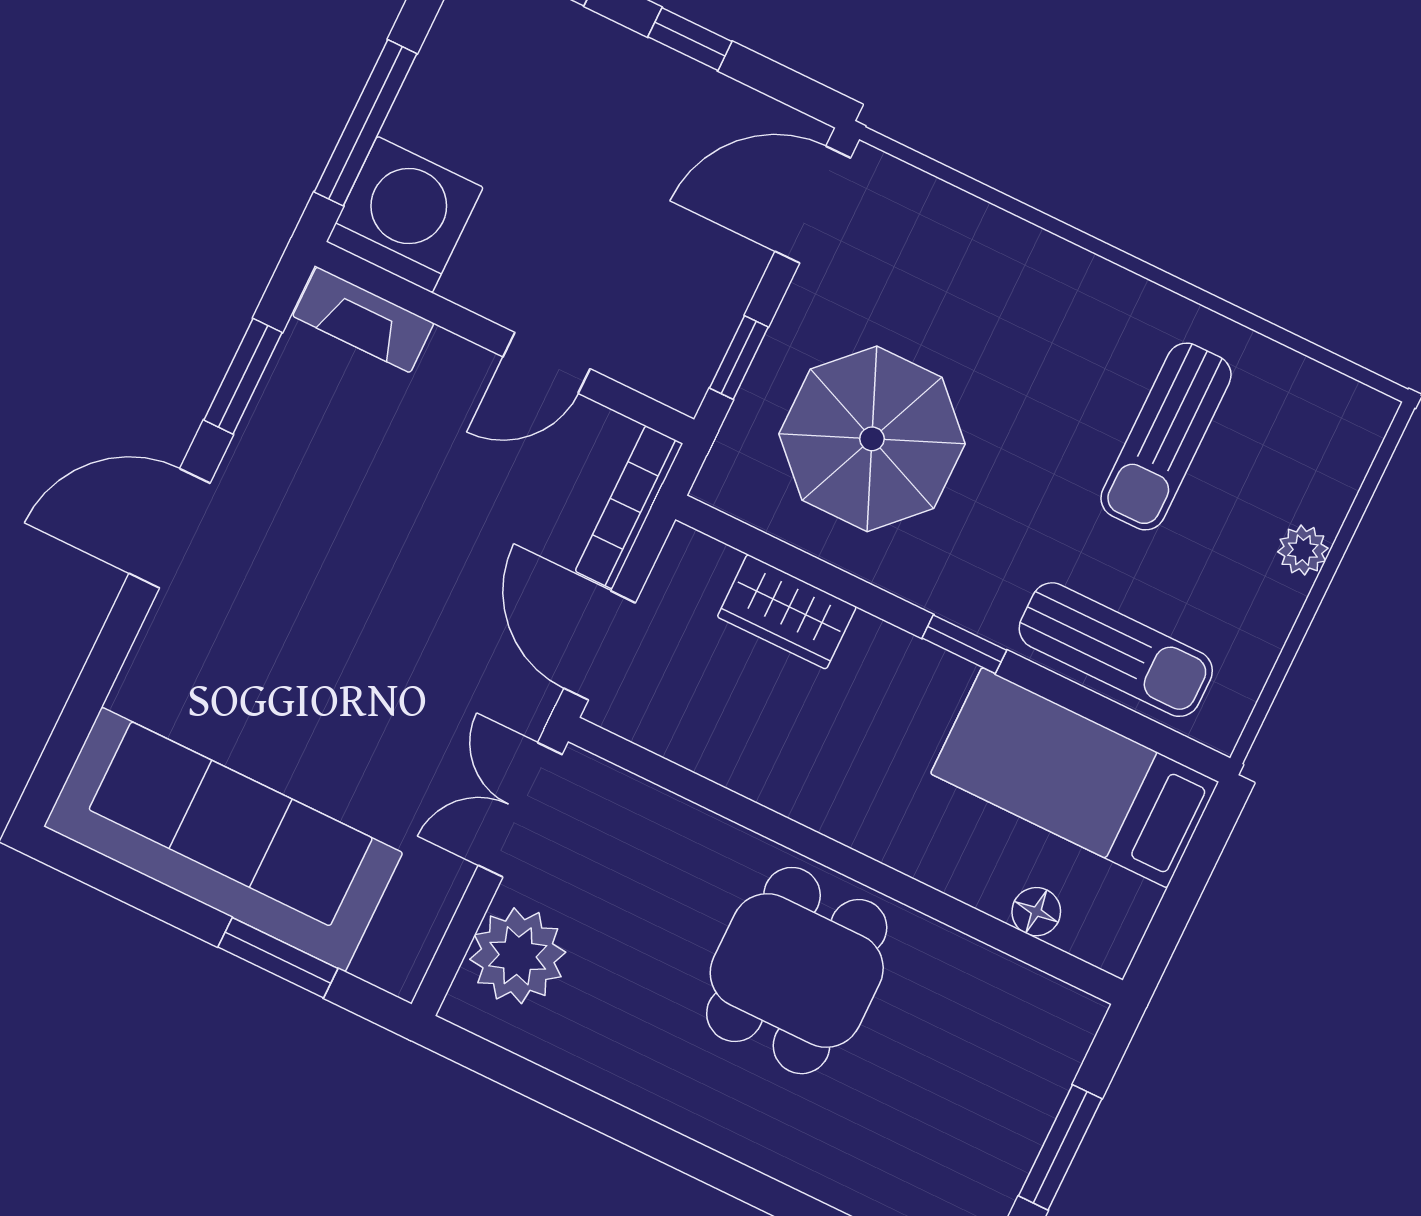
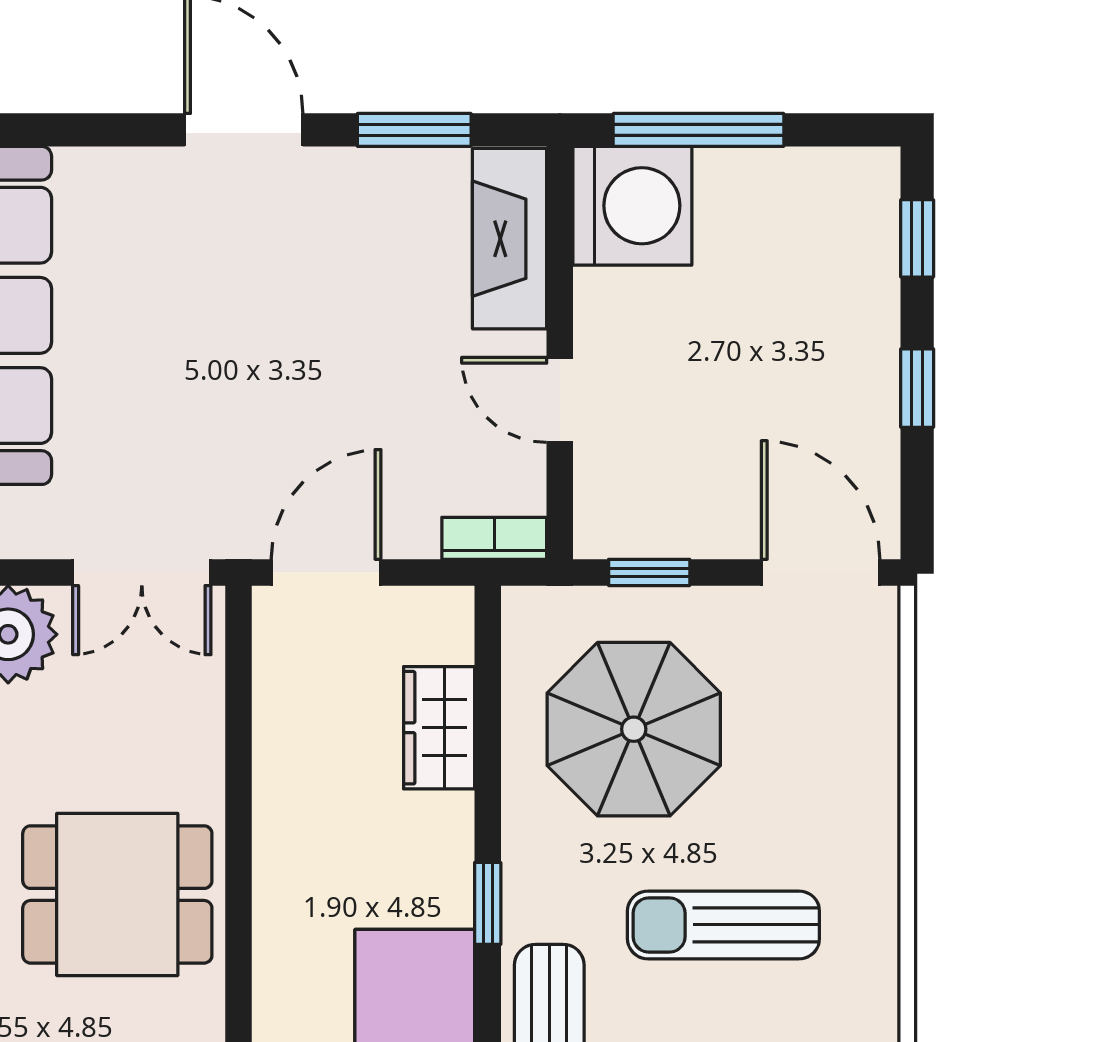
fireplace: (363, 320) -> (510, 239), width x1.37, depth x1.32
sun lounger: (1166, 436) -> (723, 925), moved
bookcase: (629, 507) -> (494, 538), width x0.64
double door: (520, 810) -> (142, 572), swing flipped

